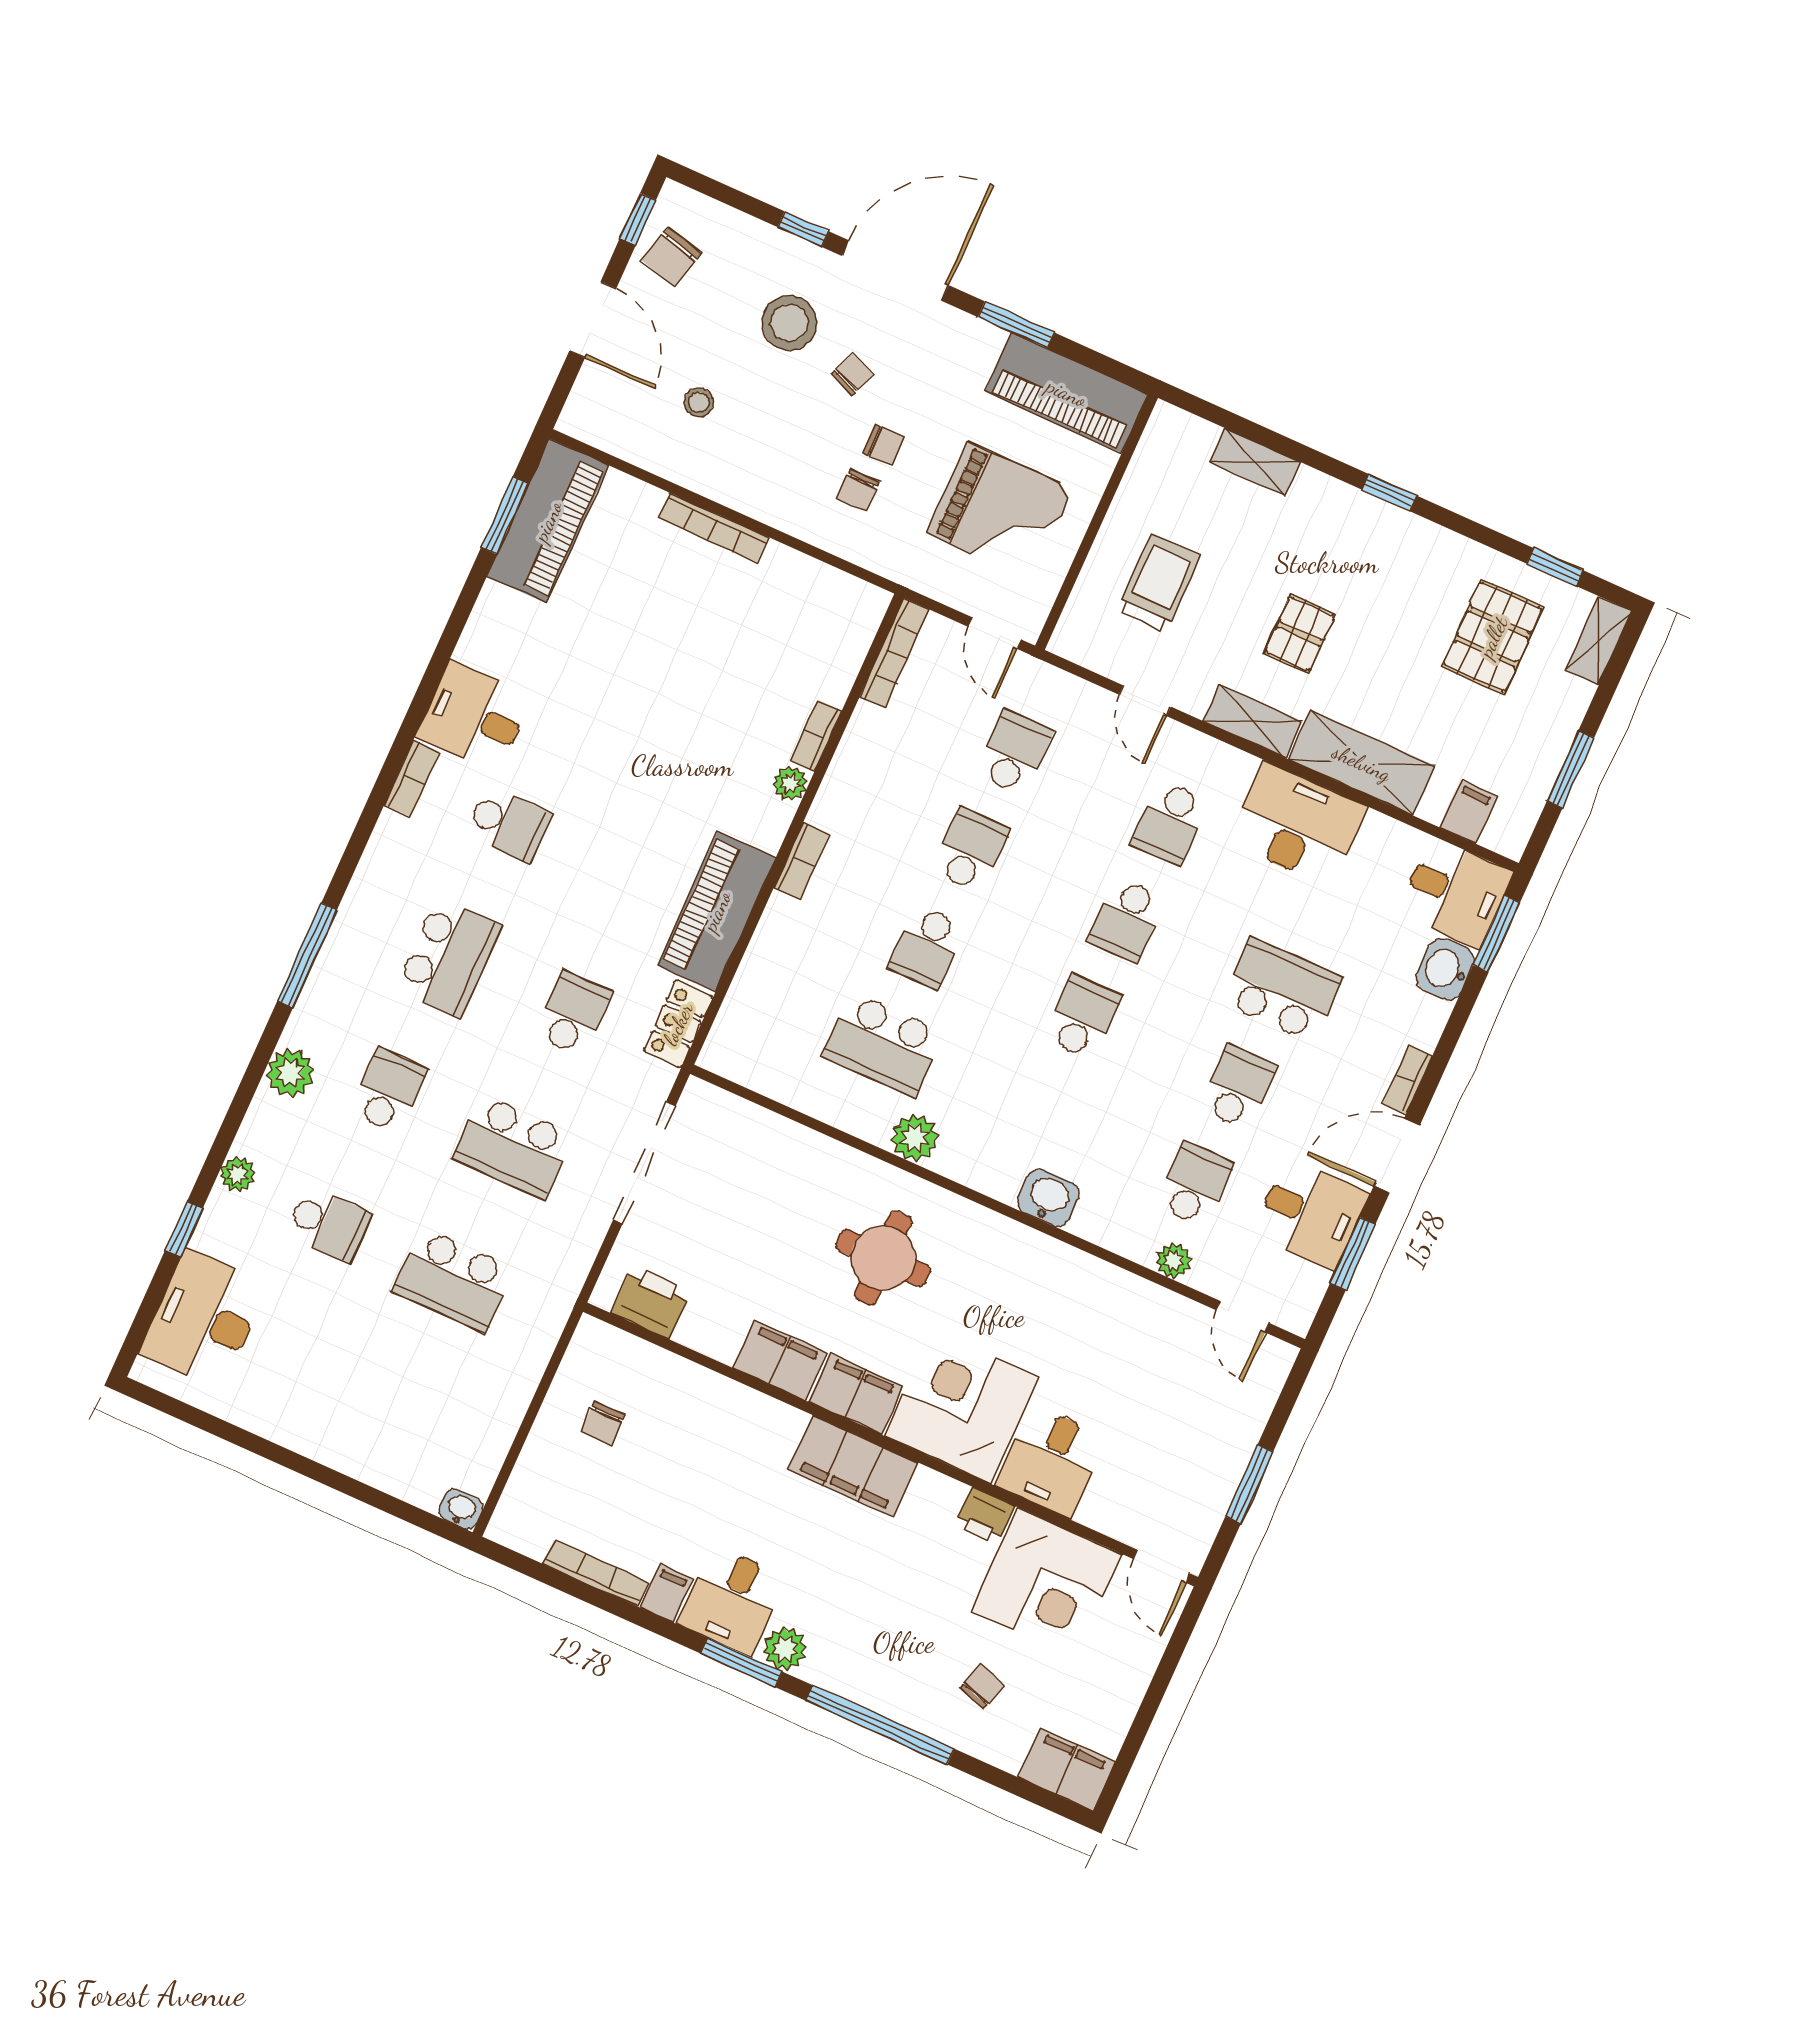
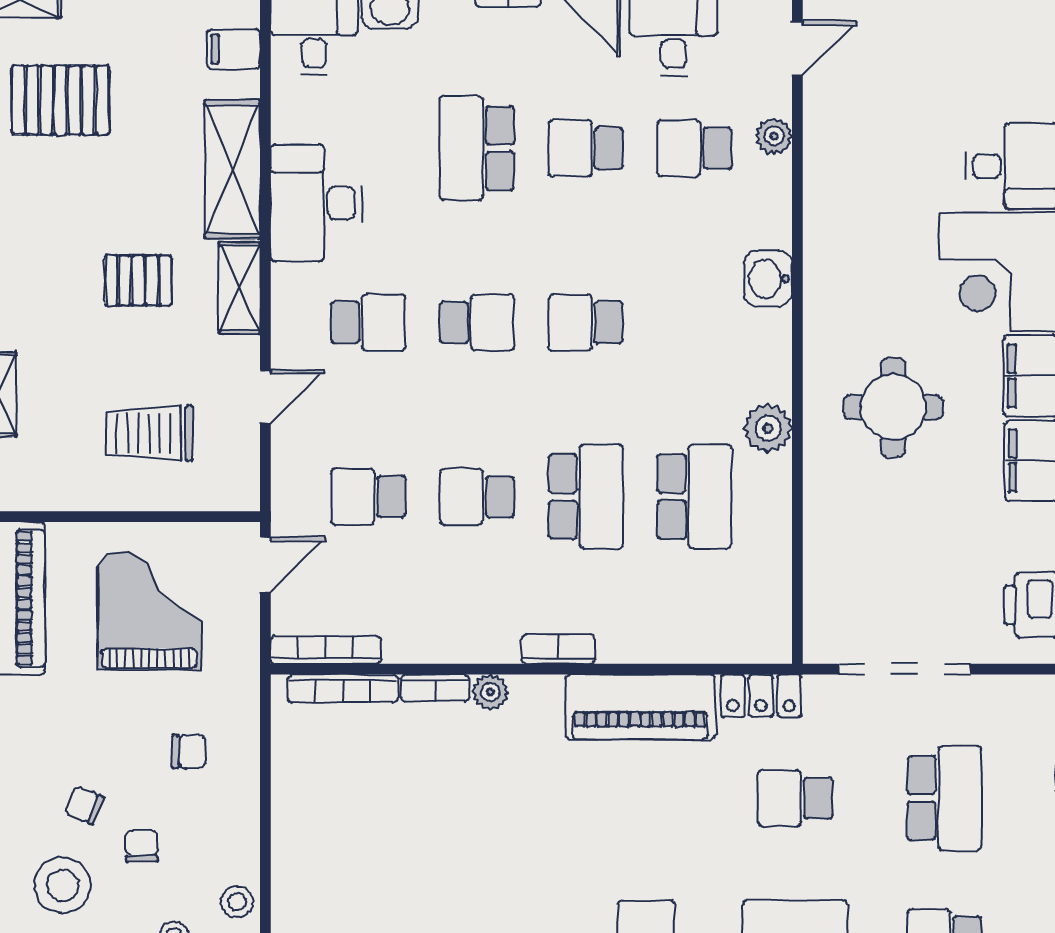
chair: (884, 445) -> (142, 846), moved
stool: (705, 472) -> (237, 902), added
bookcase: (713, 528) -> (343, 689), moved, turned 90
school desk: (927, 947) -> (586, 497), width x1.85

